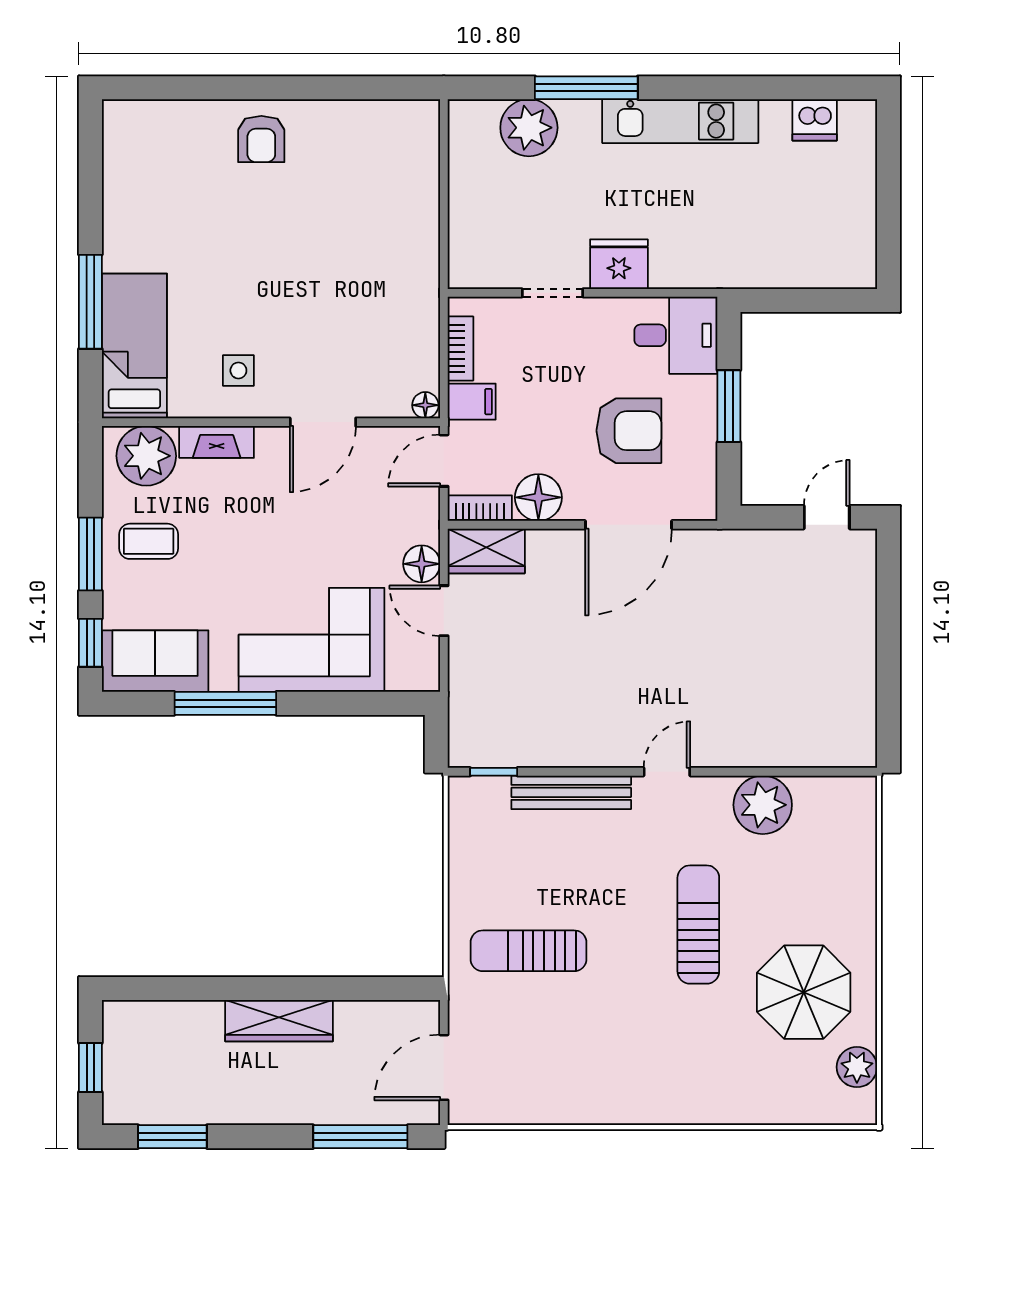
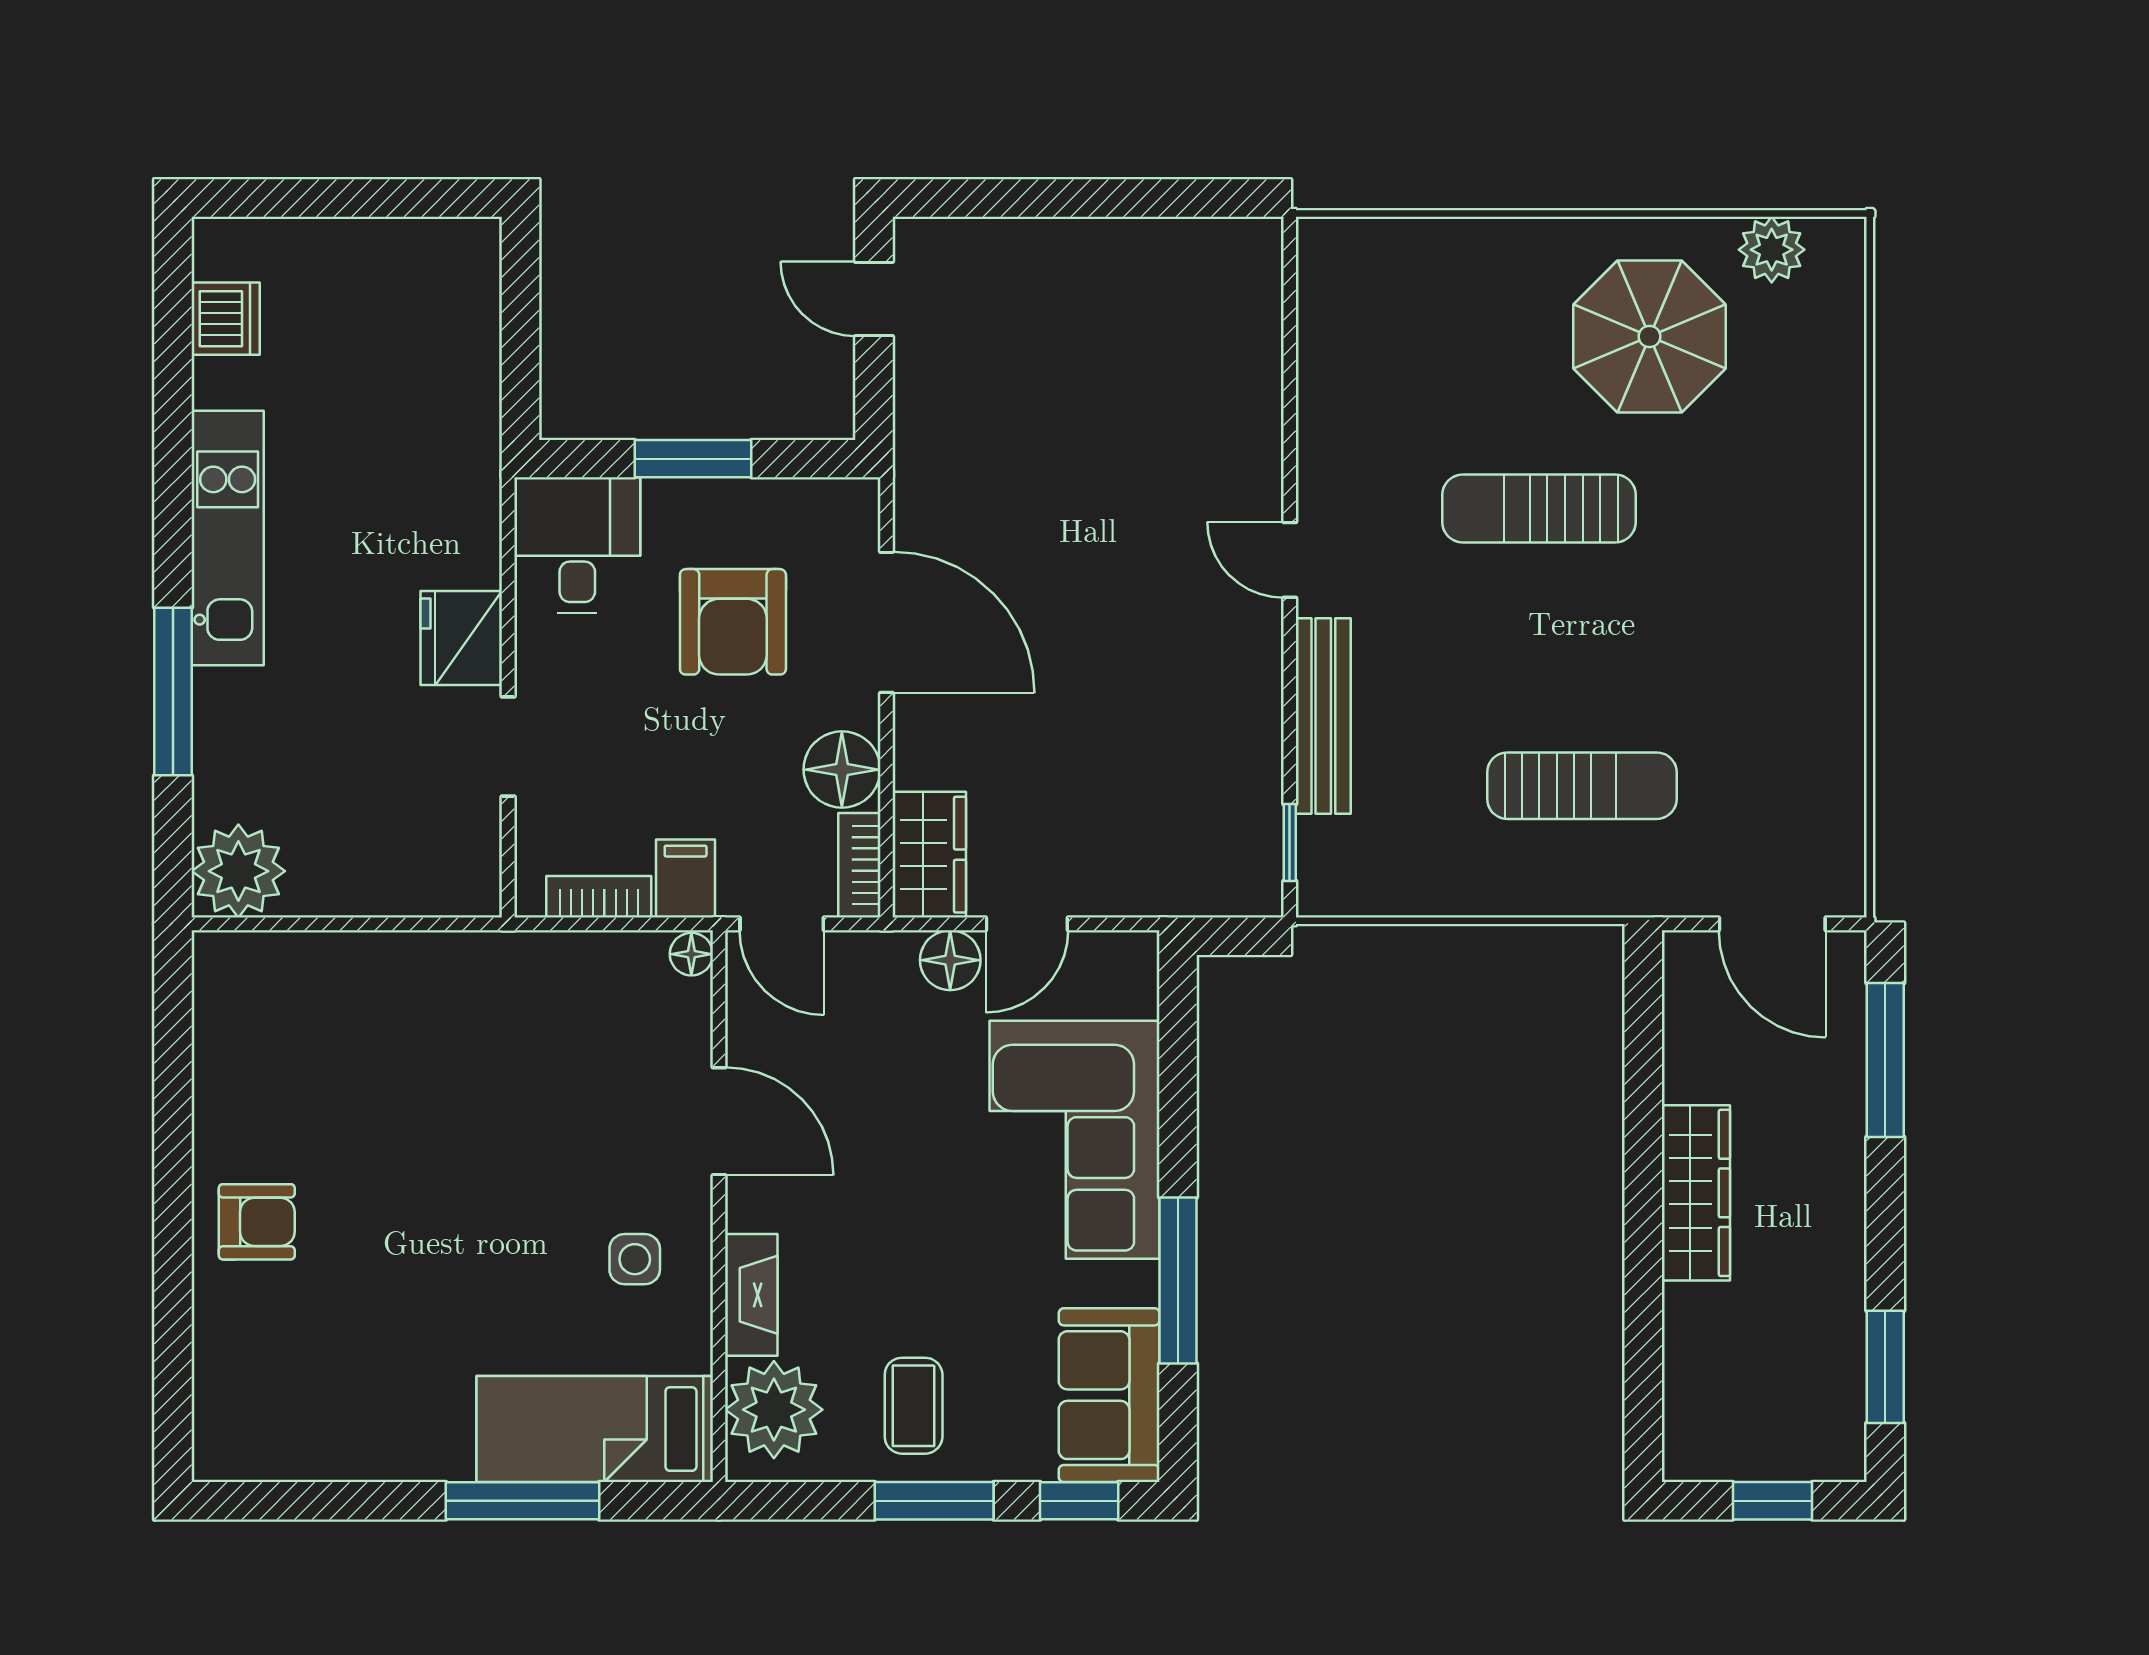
plant: (529, 128) -> (238, 871), moved
armchair: (629, 431) -> (733, 622), turned 180
plant: (763, 805) -> (1344, 403), removed
sun lounger: (529, 951) -> (1582, 786), turned -90

